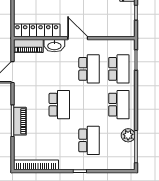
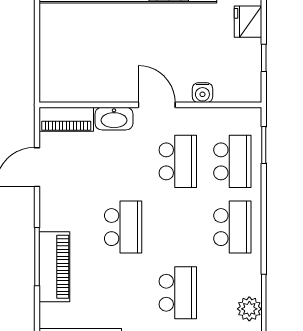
locker: (37, 30) -> (82, 91), removed
water cooler: (103, 32) -> (202, 93), added
piano: (20, 121) -> (54, 267), width x1.37, depth x1.33
plant: (128, 135) -> (249, 309), moved

